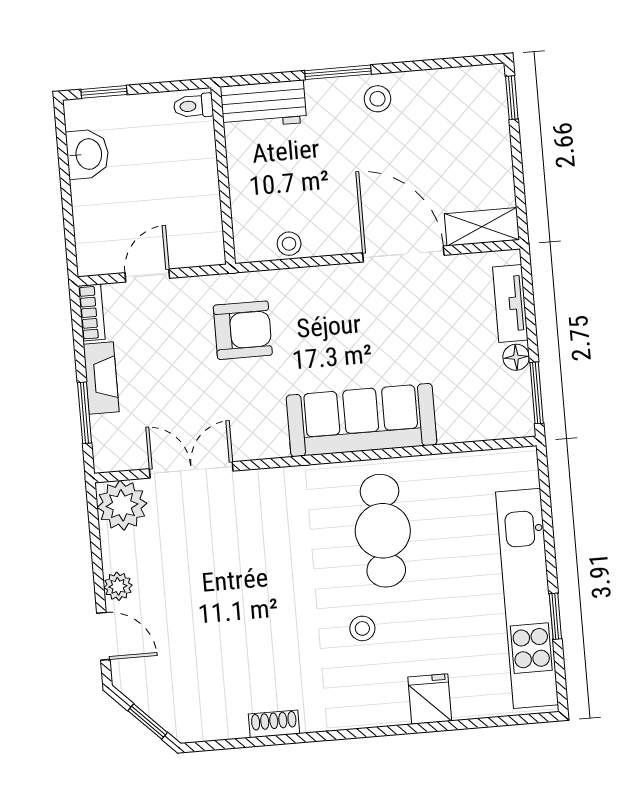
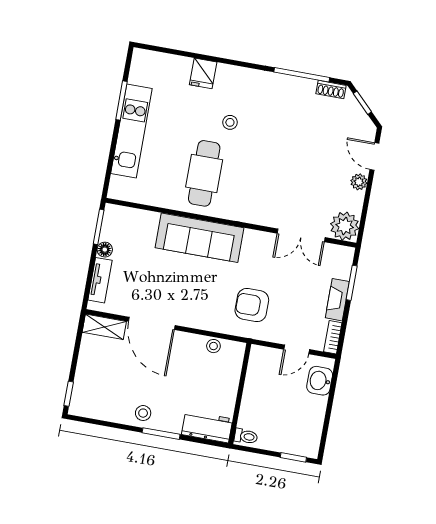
washbasin: (88, 154) -> (320, 381), moved
kitchen unit: (527, 598) -> (131, 131), width x0.73
window: (555, 616) -> (121, 100), width x1.50
shoe rack: (274, 724) -> (331, 90), moved
window: (263, 741) -> (302, 75), added

